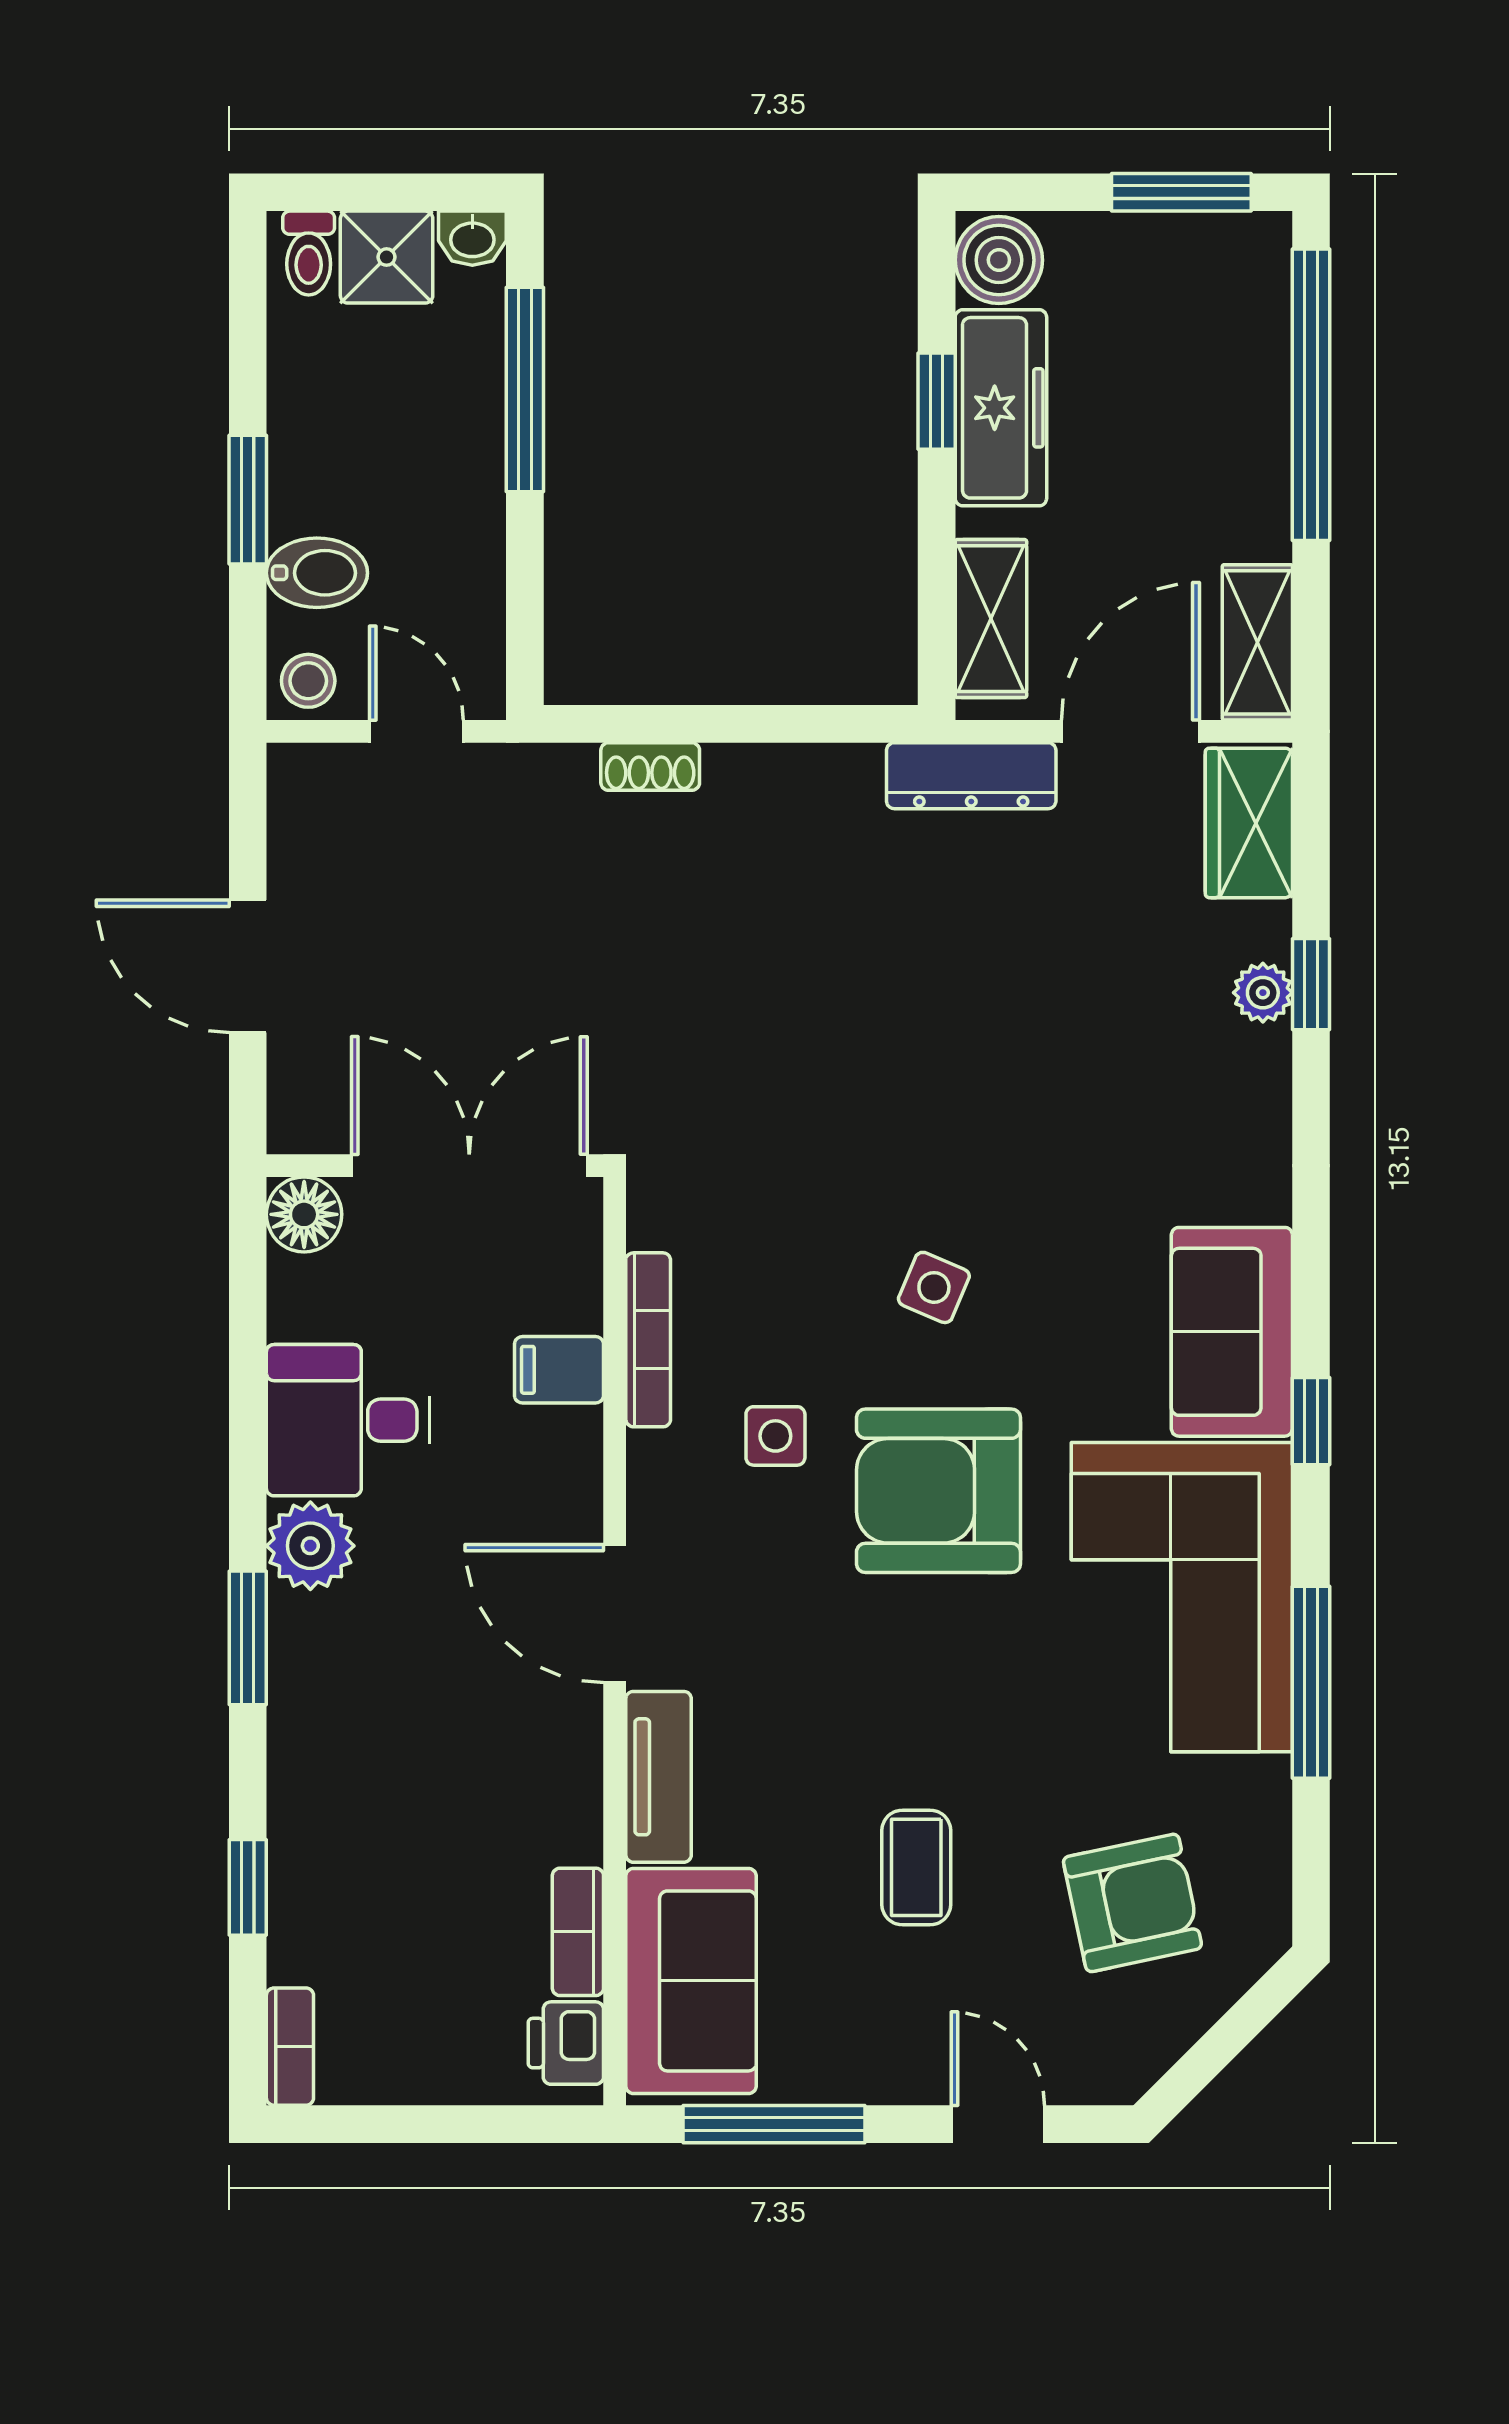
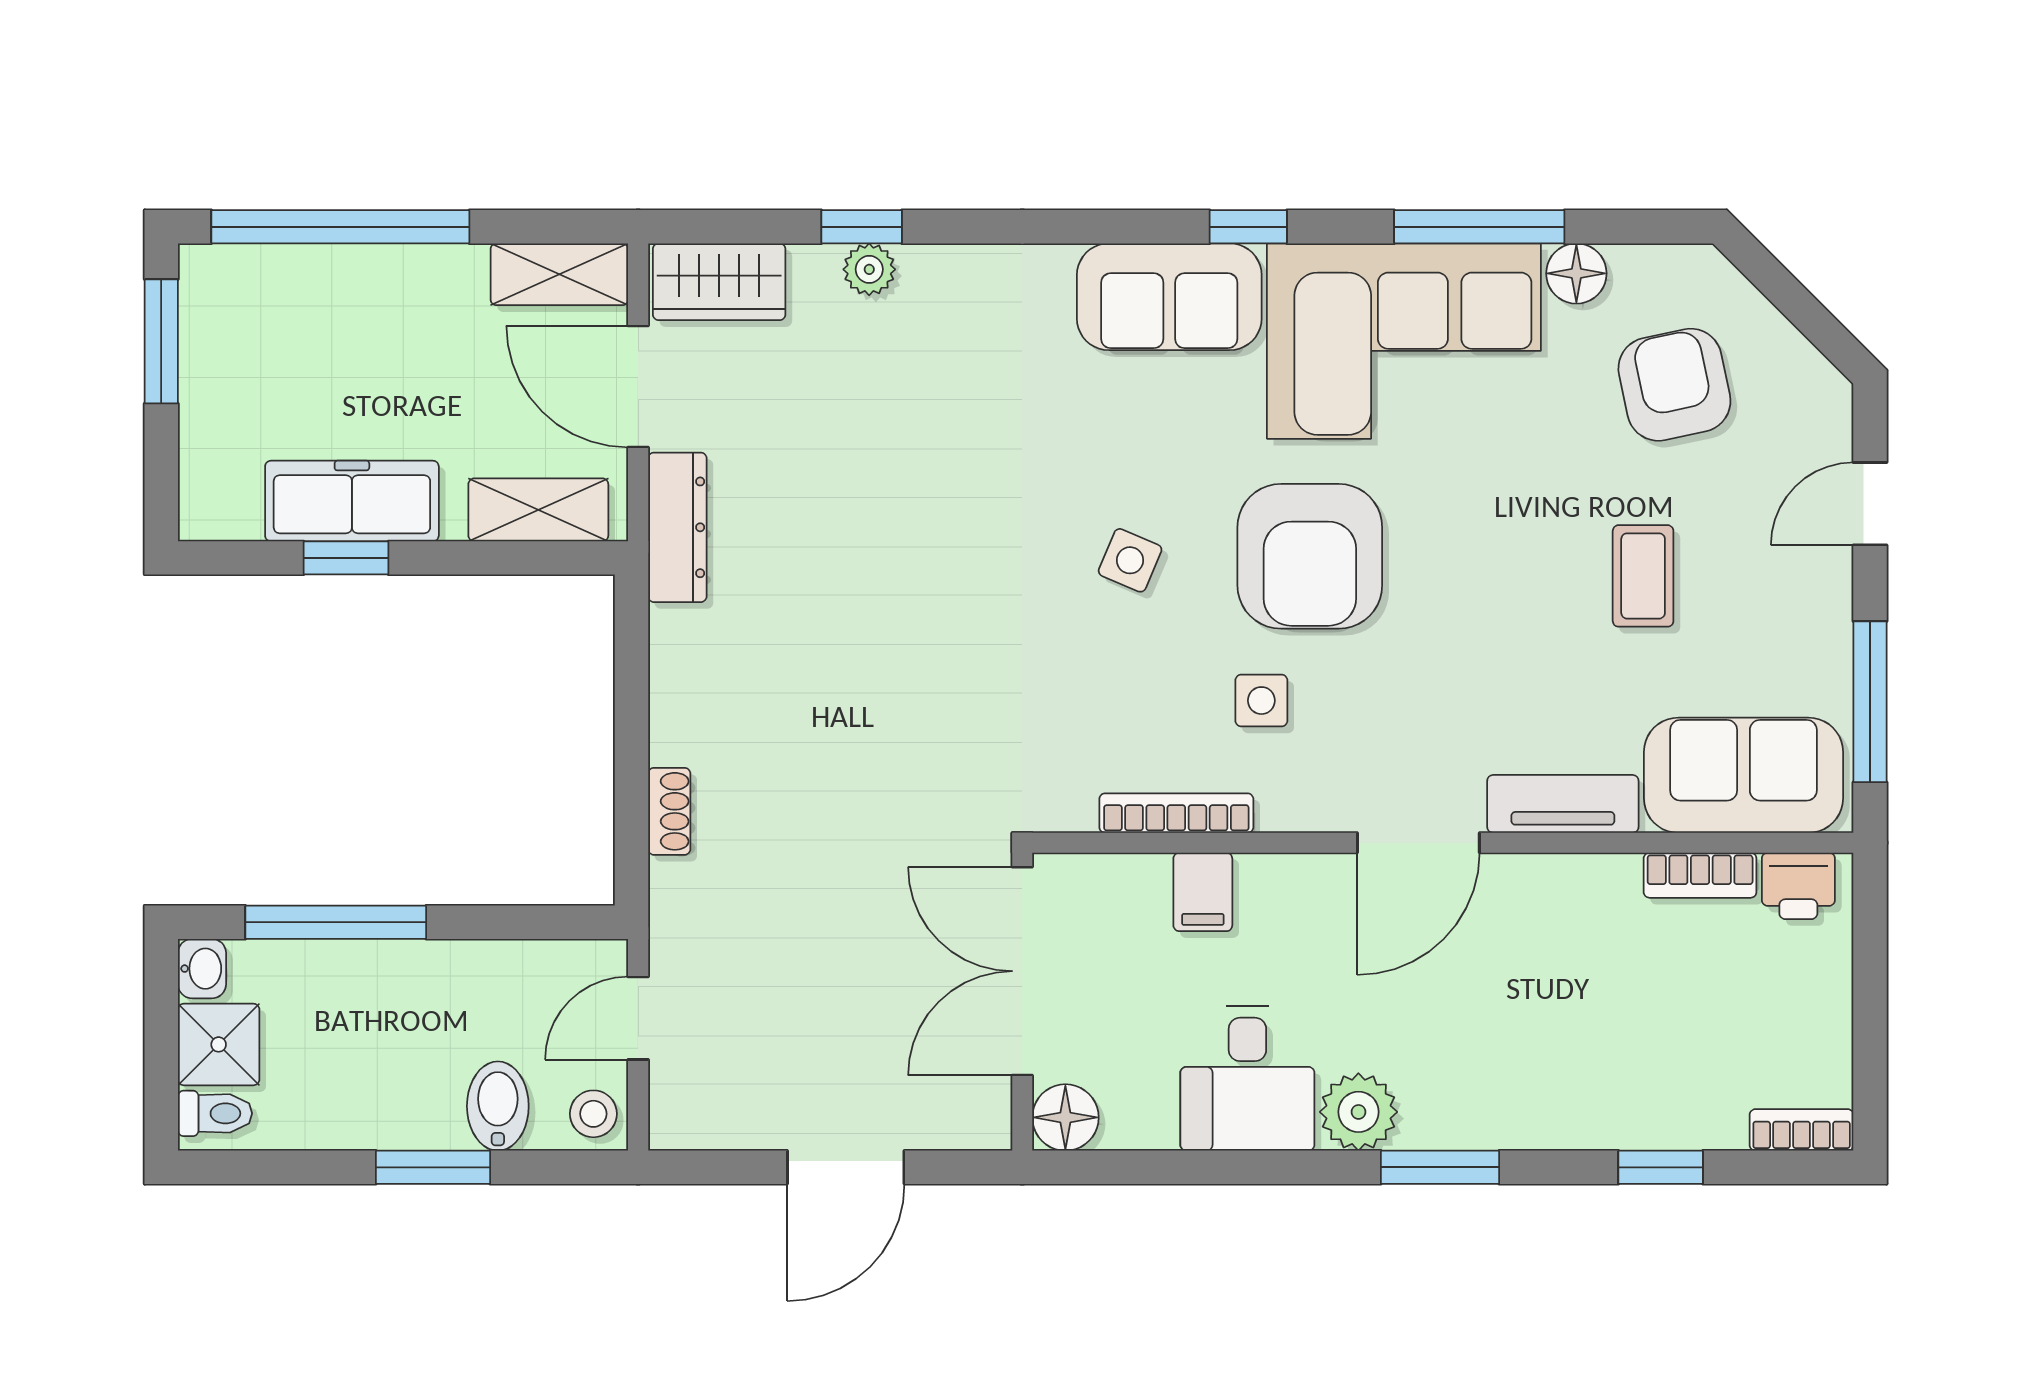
boiler: (999, 260) -> (221, 503), removed
floor lamp: (1258, 1792) -> (1576, 273), added
coffee table: (916, 1867) -> (1643, 576), turned 90

